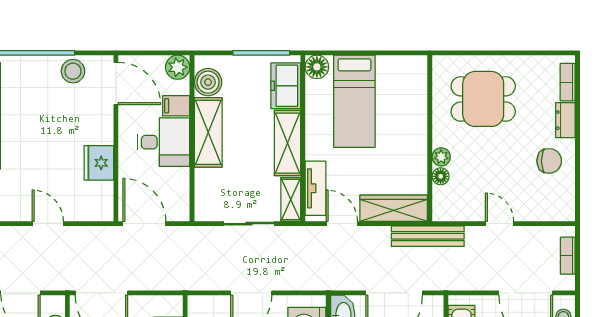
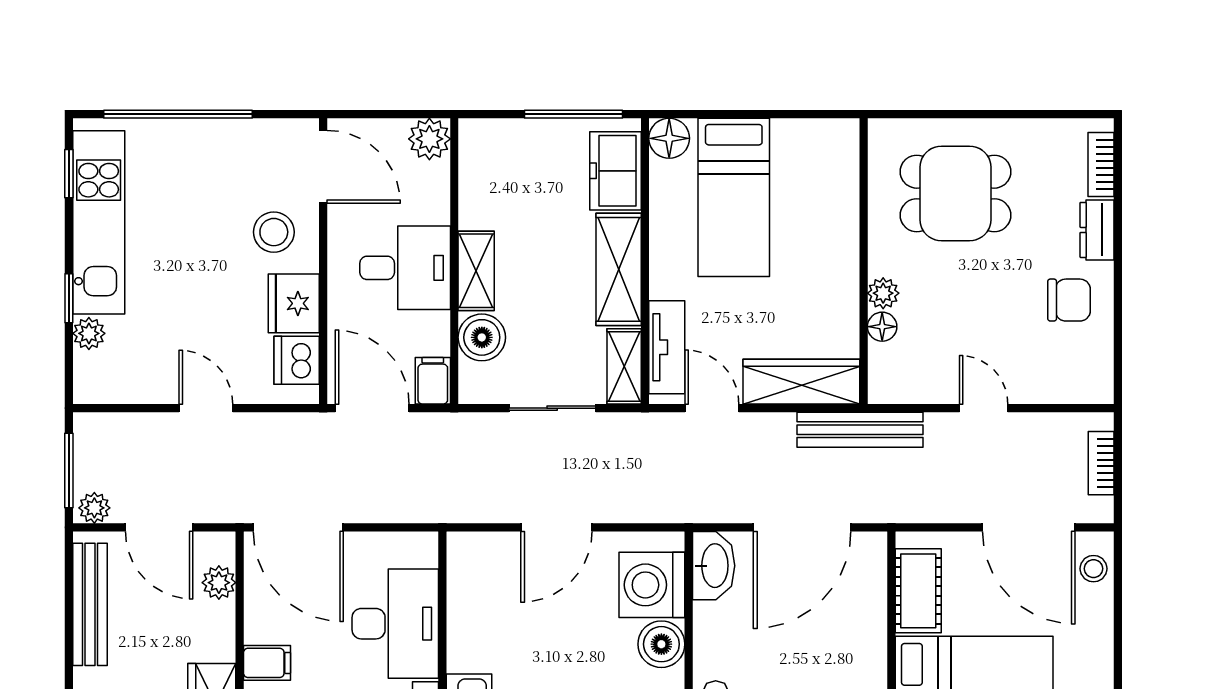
stool: (73, 71) -> (274, 232), moved
boiler: (208, 82) -> (482, 337), moved
filing cabinet: (176, 106) -> (433, 381), moved, turned 90
shelving: (208, 132) -> (476, 271), width x0.67, depth x0.75
dishwasher: (100, 196) -> (297, 360), added

